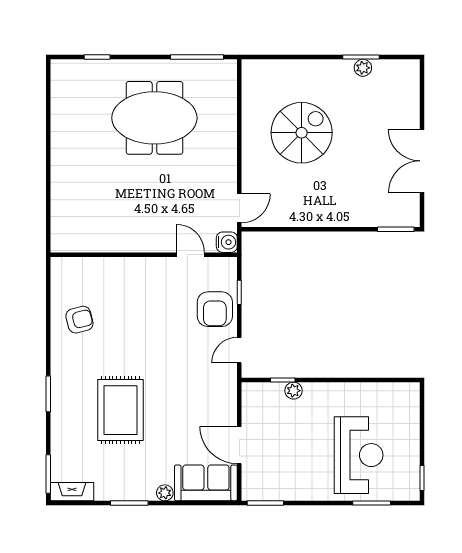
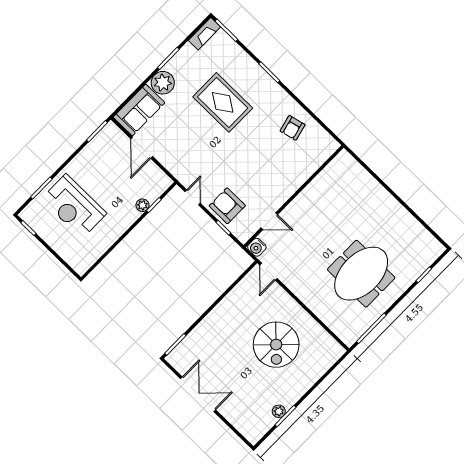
door: (239, 445) -> (142, 148), swing flipped
plant: (165, 493) -> (163, 83), width x1.88, depth x1.88

